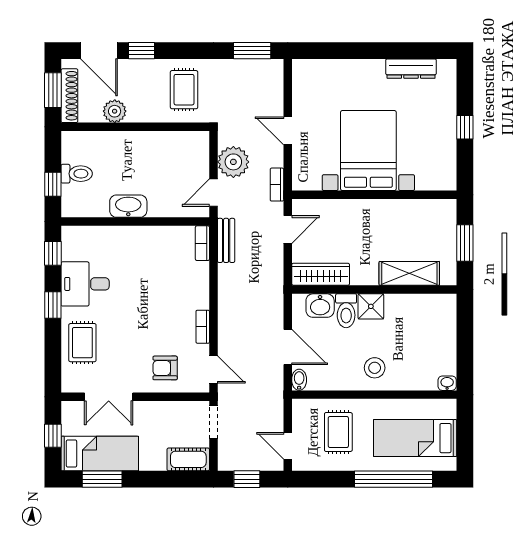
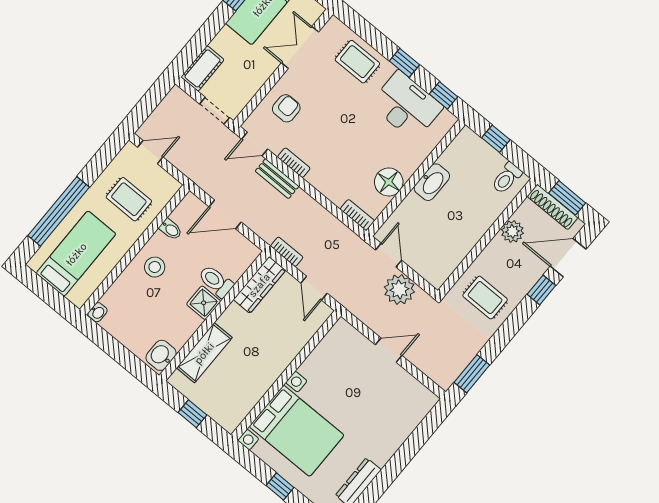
bed with nightstands: (368, 151) -> (297, 431), moved
toilet: (77, 174) -> (507, 178), moved
bookcase: (277, 185) -> (287, 252), moved
floor lamp: (156, 240) -> (389, 182), added
bench: (226, 240) -> (277, 179), moved
window: (465, 243) -> (192, 414), width x0.67
desk: (85, 284) -> (406, 106), width x1.37
washbasin: (320, 306) -> (161, 355), moved
bidet: (299, 380) -> (171, 229), moved
window: (247, 479) -> (151, 100), removed

